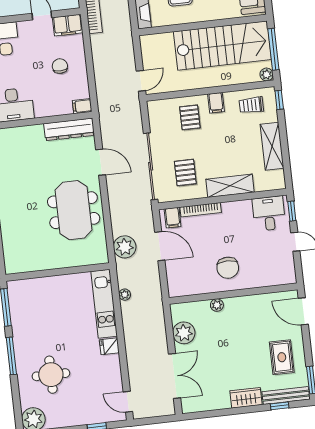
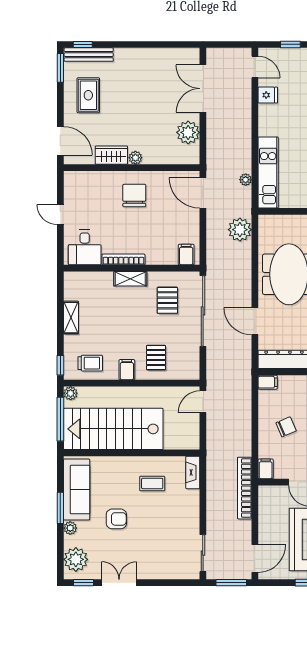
filing cabinet: (68, 25) -> (266, 469), width x0.50
chair: (60, 66) -> (286, 427), turned -113
shelving: (272, 146) -> (71, 318), width x0.67, depth x0.75
shelving: (230, 186) -> (130, 279), width x0.67, depth x0.75
bookcase: (201, 210) -> (123, 259), moved
window: (292, 211) -> (60, 247), removed
door: (160, 246) -> (203, 193), moved
plant: (217, 305) -> (135, 158), moved
fridge: (109, 346) -> (268, 95), moved
wardrobe: (246, 398) -> (111, 155), moved, turned 180
window: (280, 406) -> (83, 44), moved

